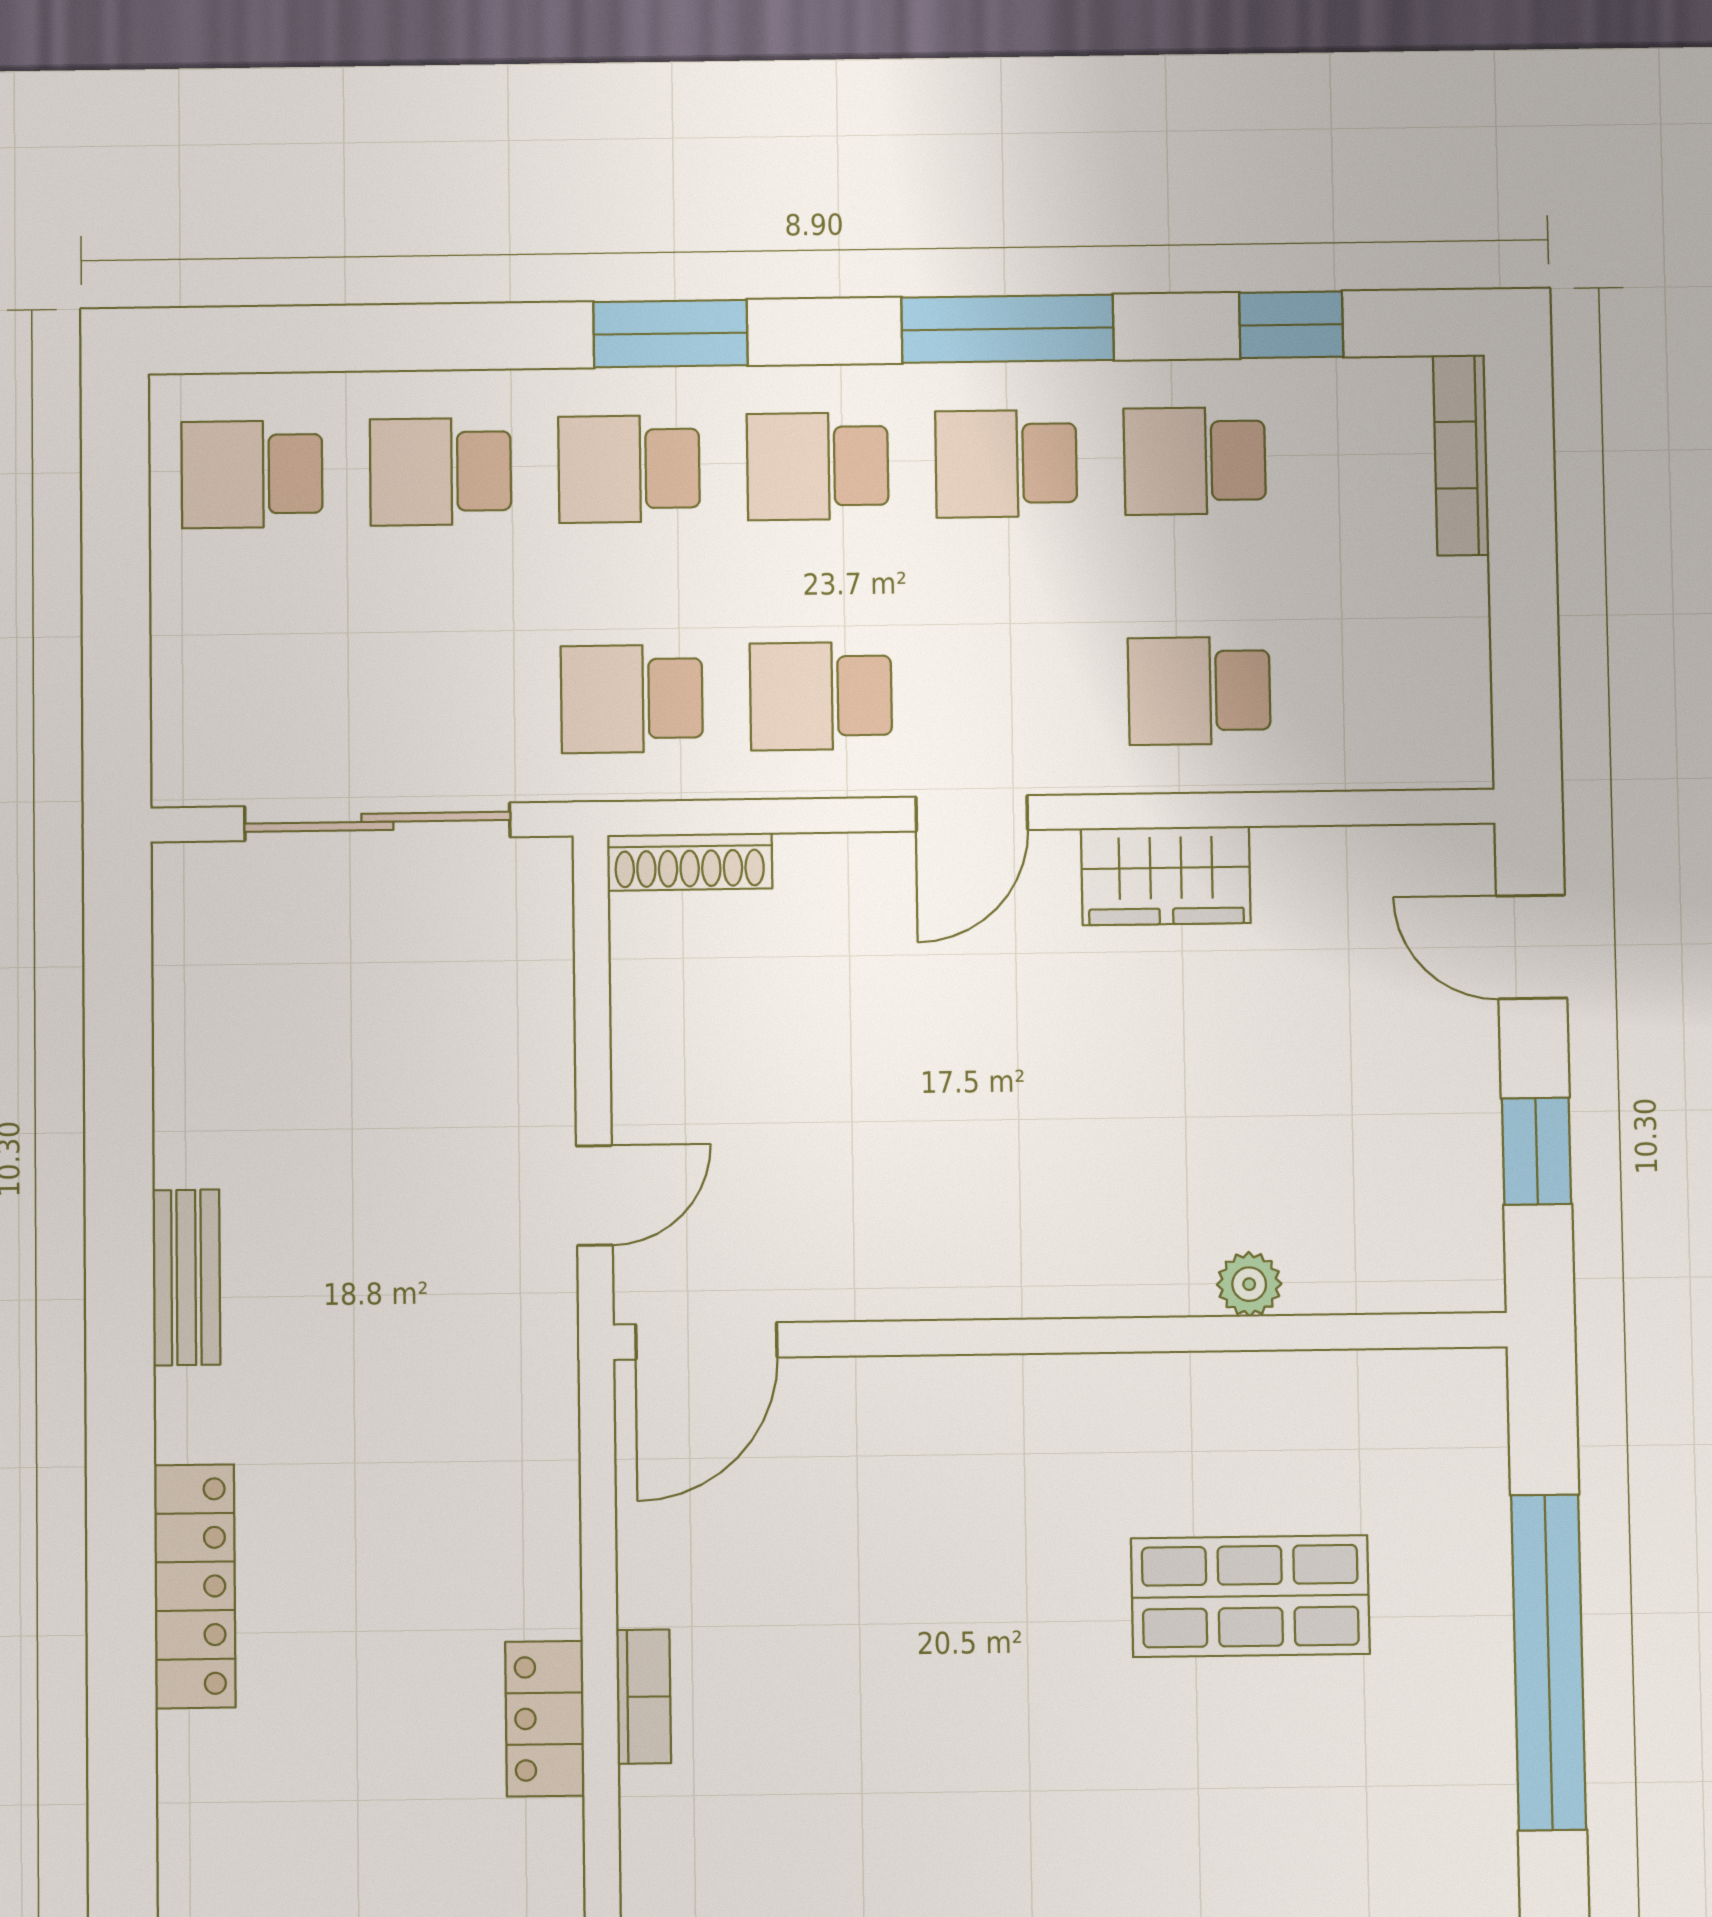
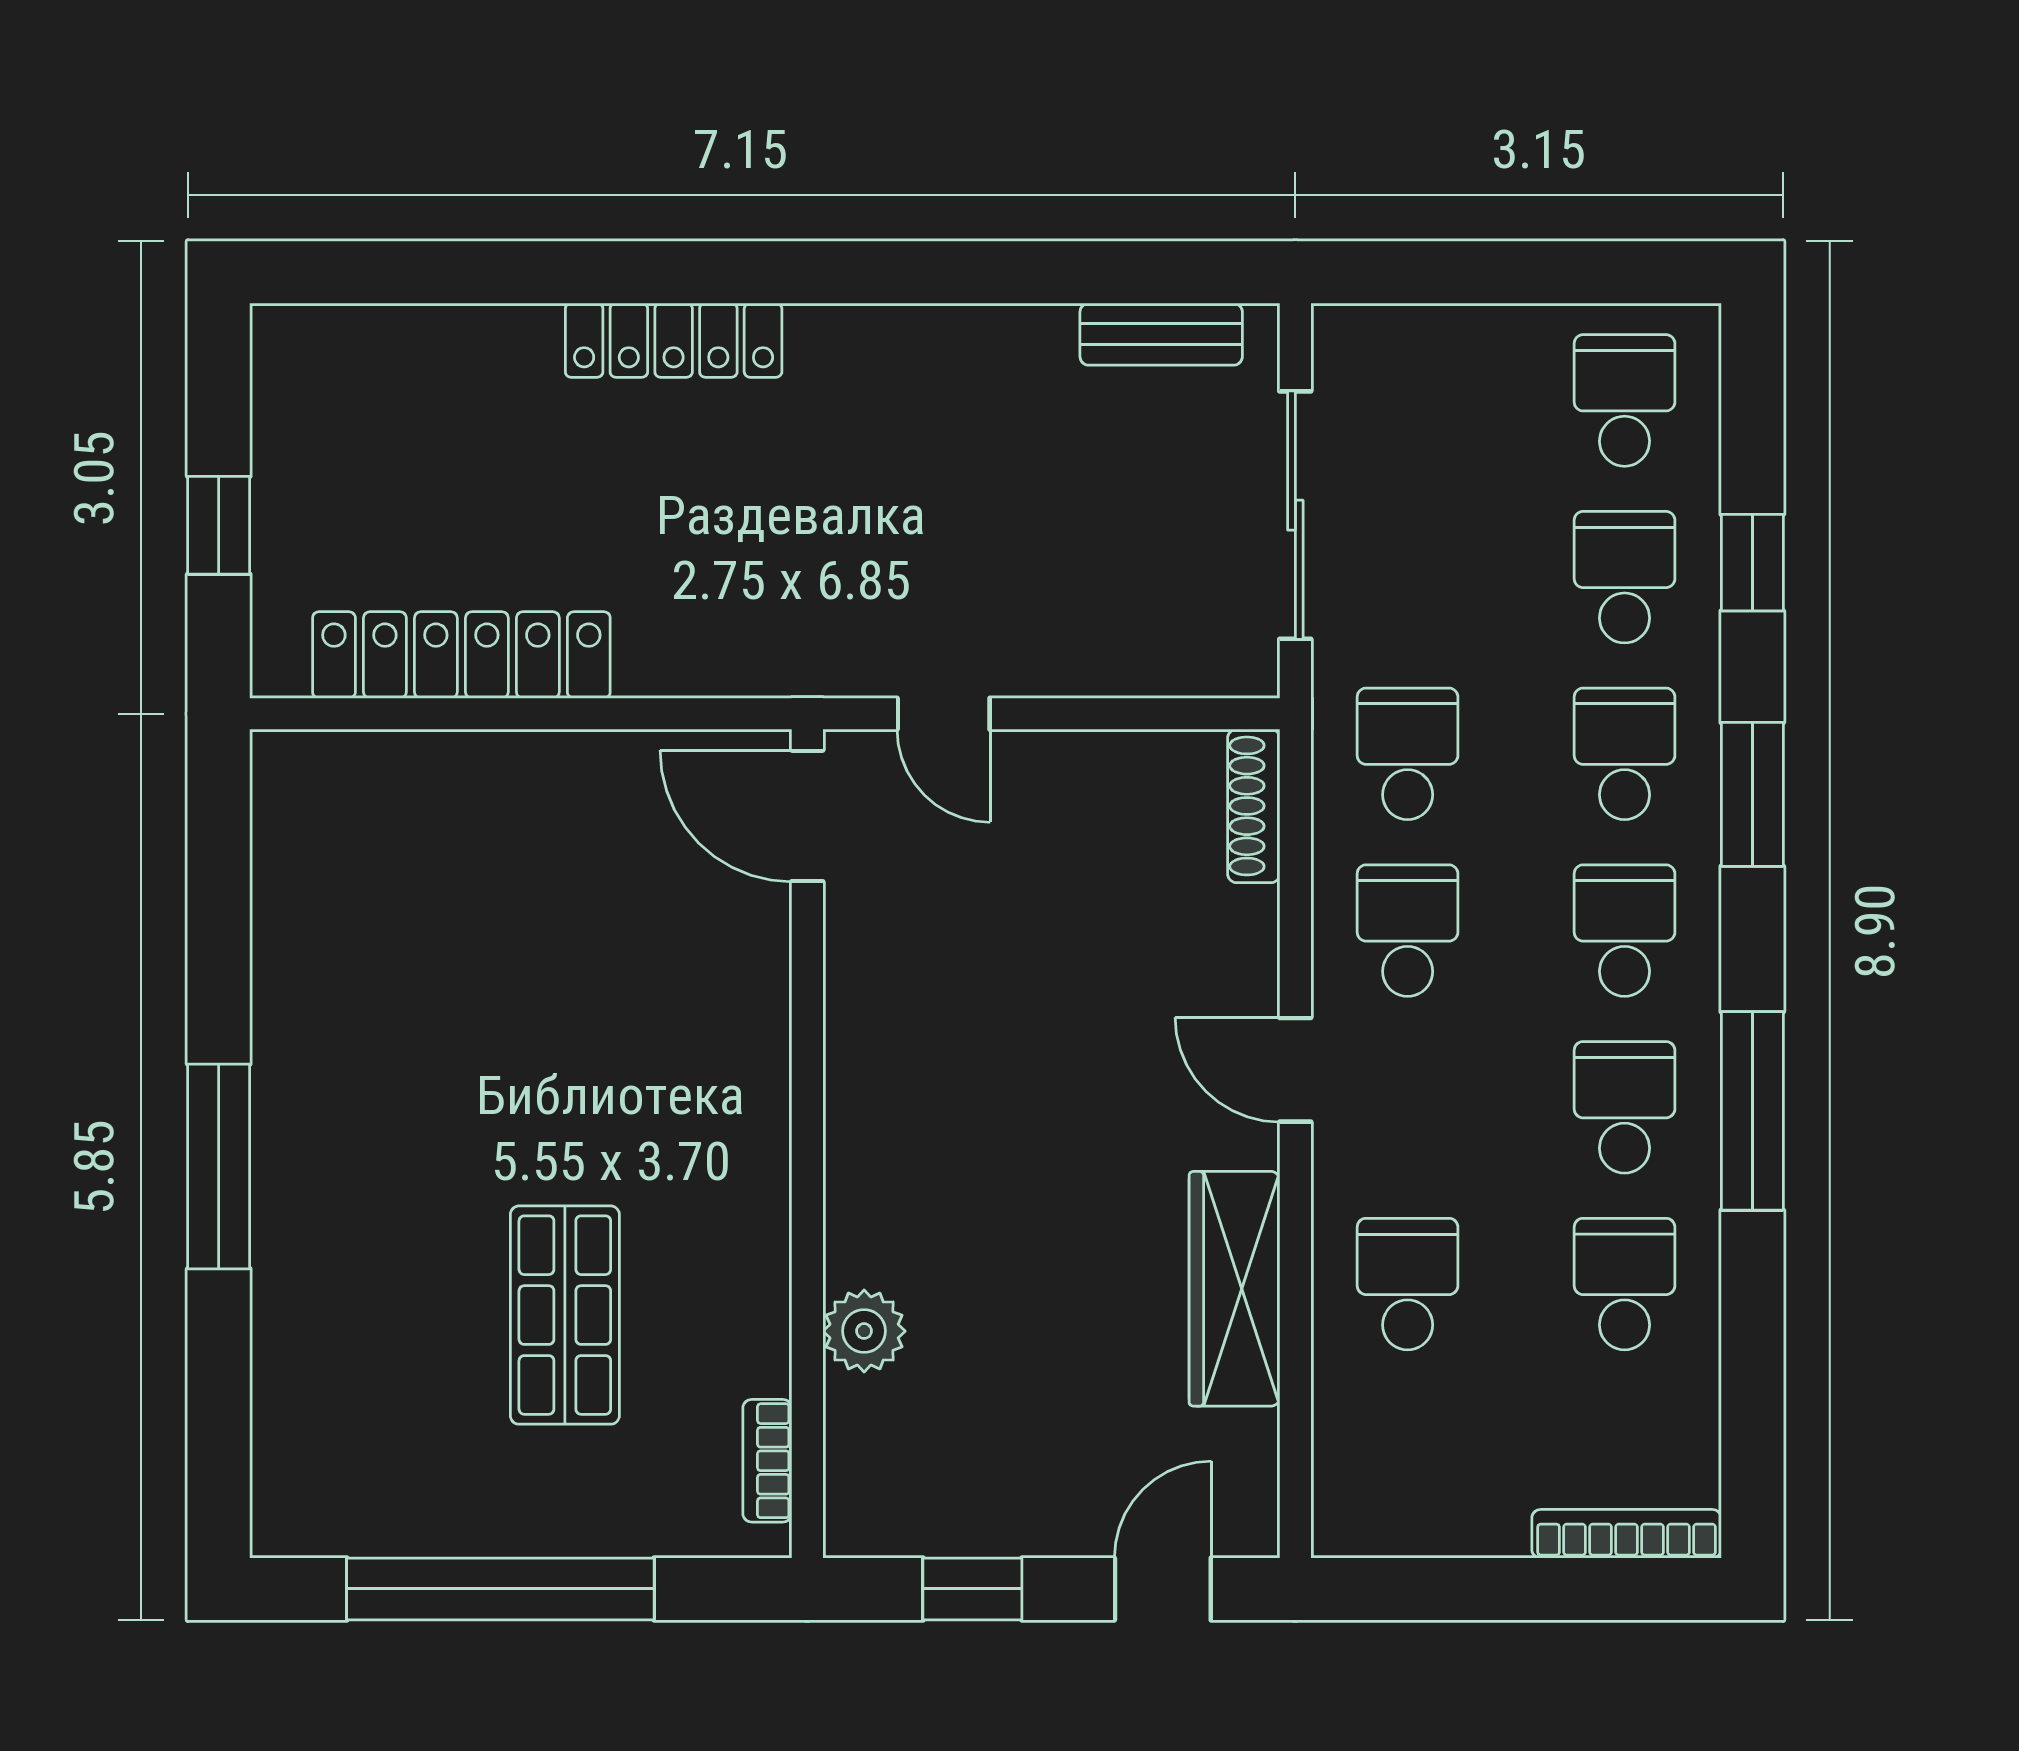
window: (1291, 325) -> (1752, 563), moved
wardrobe: (1166, 876) -> (1234, 1289), width x1.50
bench: (186, 1277) -> (1161, 334), moved
plant: (1249, 1284) -> (864, 1331), width x1.38, depth x1.38
locker: (195, 1586) -> (674, 340), moved
bookcase: (644, 1697) -> (767, 1461), moved, turned 90
locker: (545, 1719) -> (461, 655), width x2.16, depth x1.21

